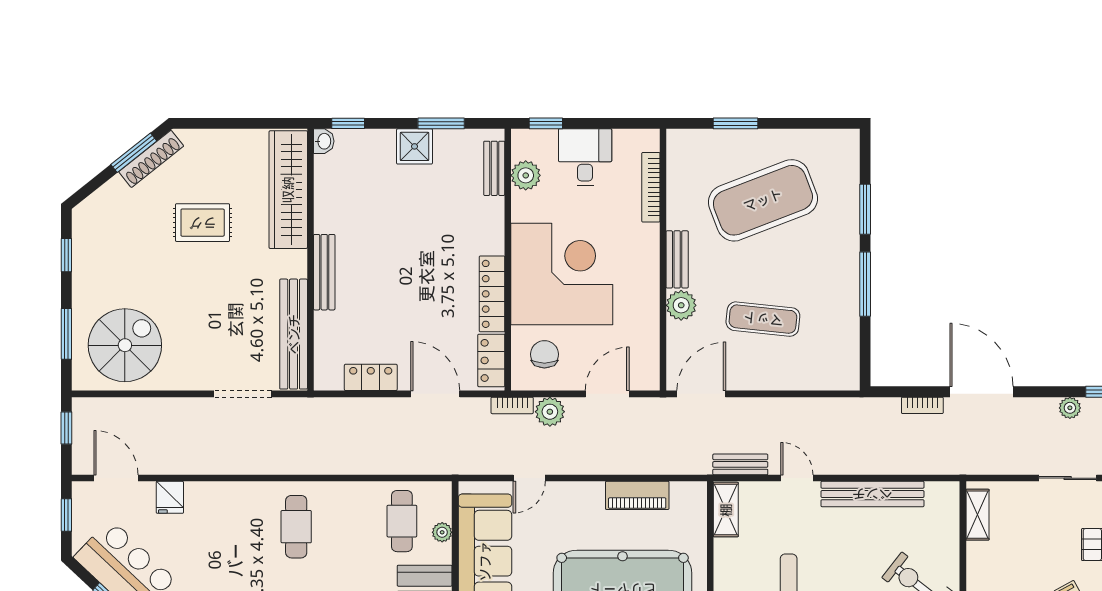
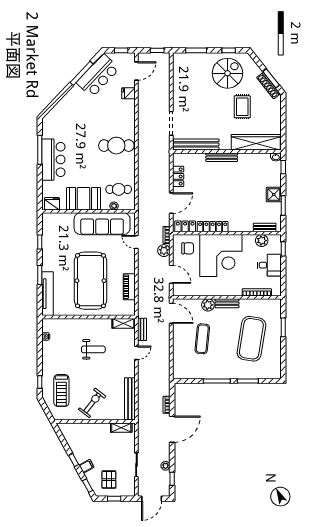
exercise mat: (763, 200) -> (251, 339), turned 30
spiral stairs: (125, 345) -> (227, 73), moved, turned -90
bench: (872, 494) -> (130, 399), moved
cafe table: (296, 527) -> (116, 146), width x1.37, depth x1.35

